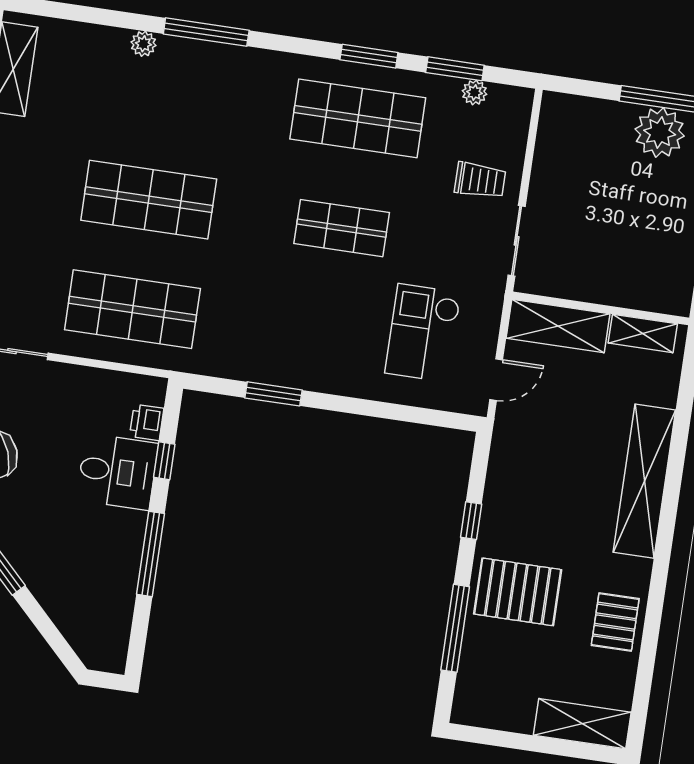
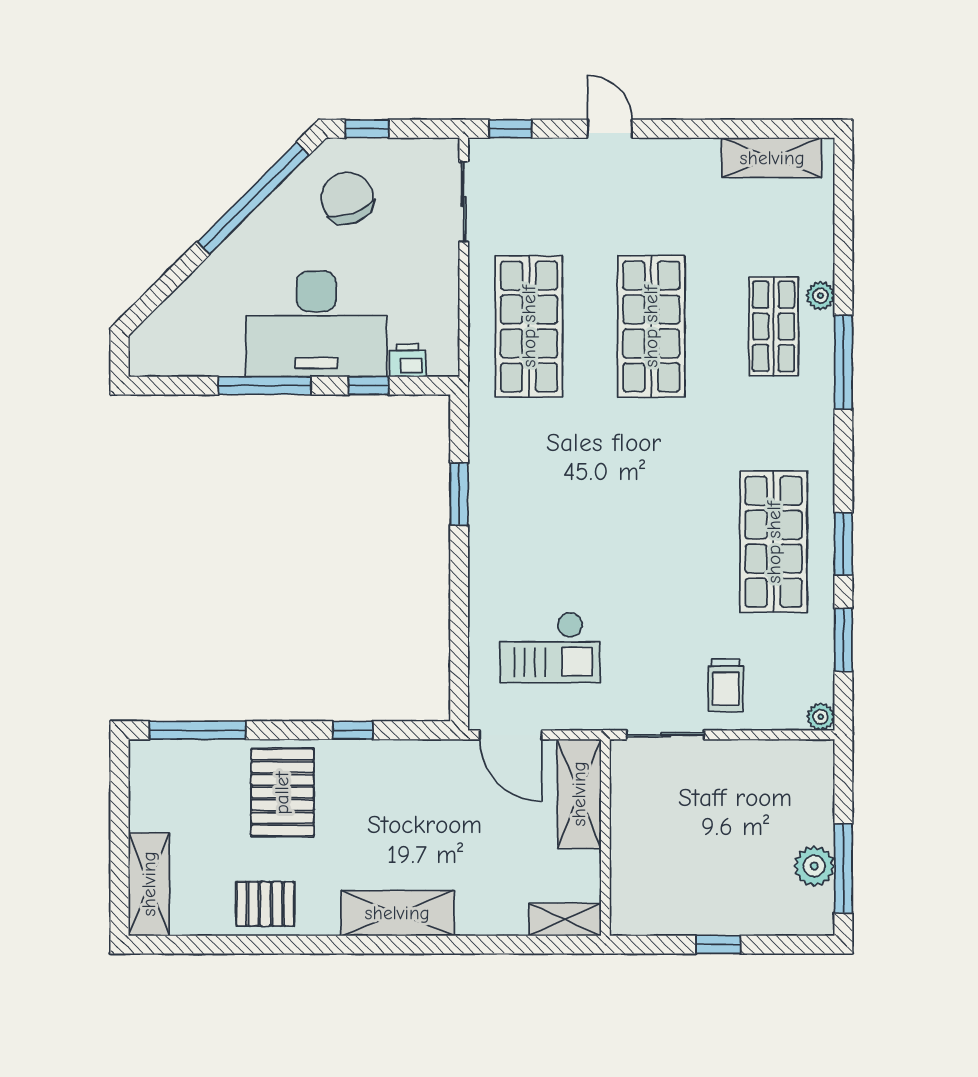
plant: (475, 92) -> (821, 717), moved
plant: (660, 133) -> (814, 866), width x0.73, depth x0.73
shop shelf: (342, 228) -> (774, 326), moved
checkout: (423, 333) -> (550, 647), turned 180
shelving: (643, 333) -> (565, 920), moved, turned 90
door: (496, 380) -> (511, 735), width x1.38
desk: (117, 472) -> (316, 324), width x1.87, depth x1.30
shelving: (644, 481) -> (397, 913), width x0.68
window: (455, 628) -> (198, 730), moved

